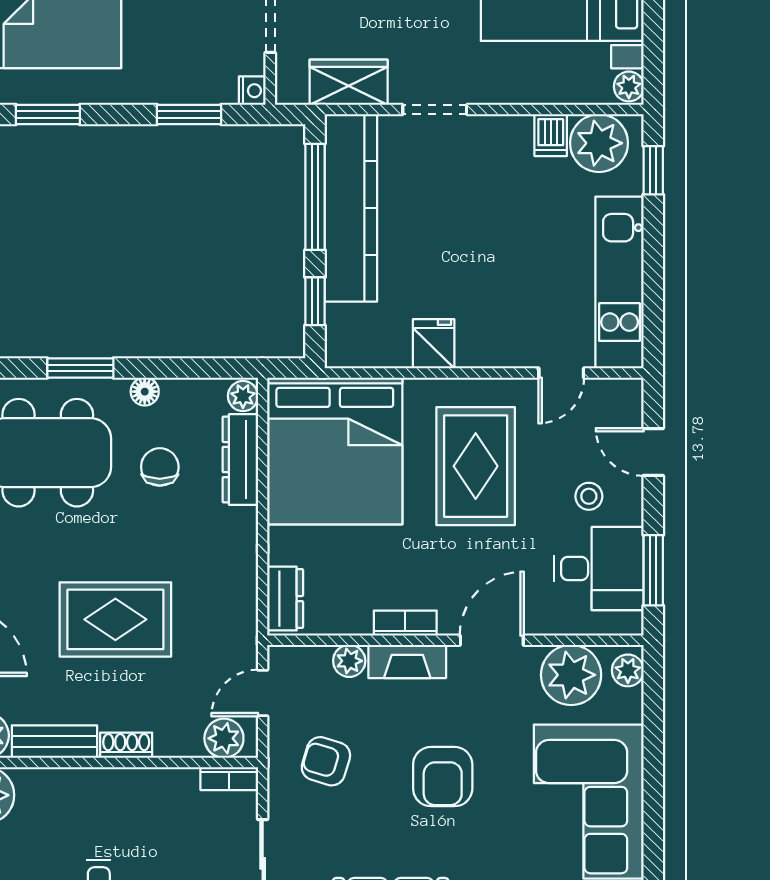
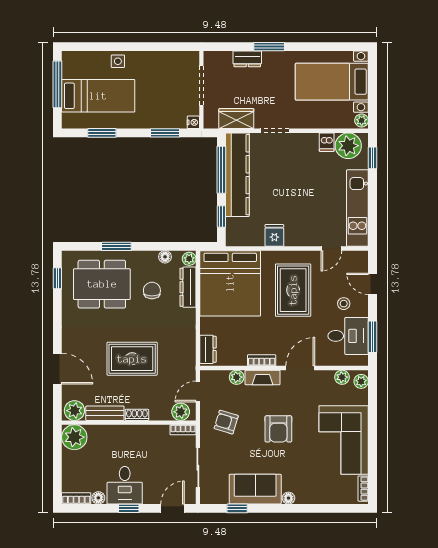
floor lamp: (145, 392) -> (165, 257), moved
plant: (571, 675) -> (342, 377), width x0.53, depth x0.53

